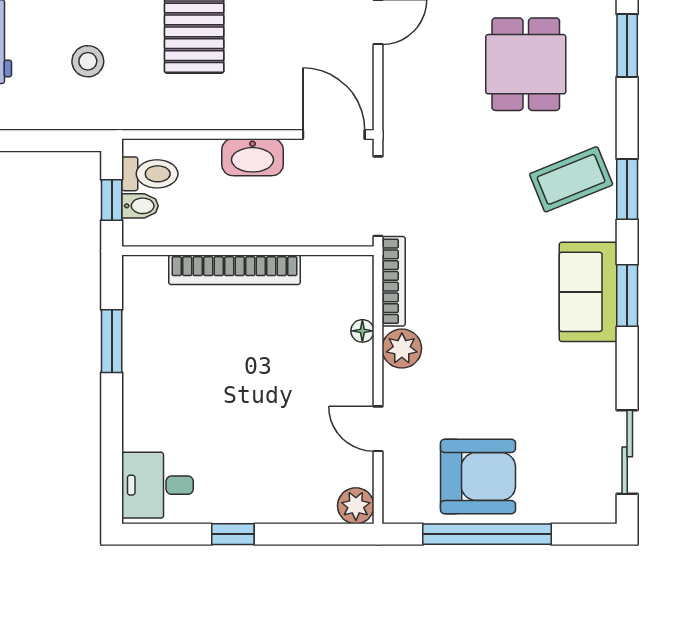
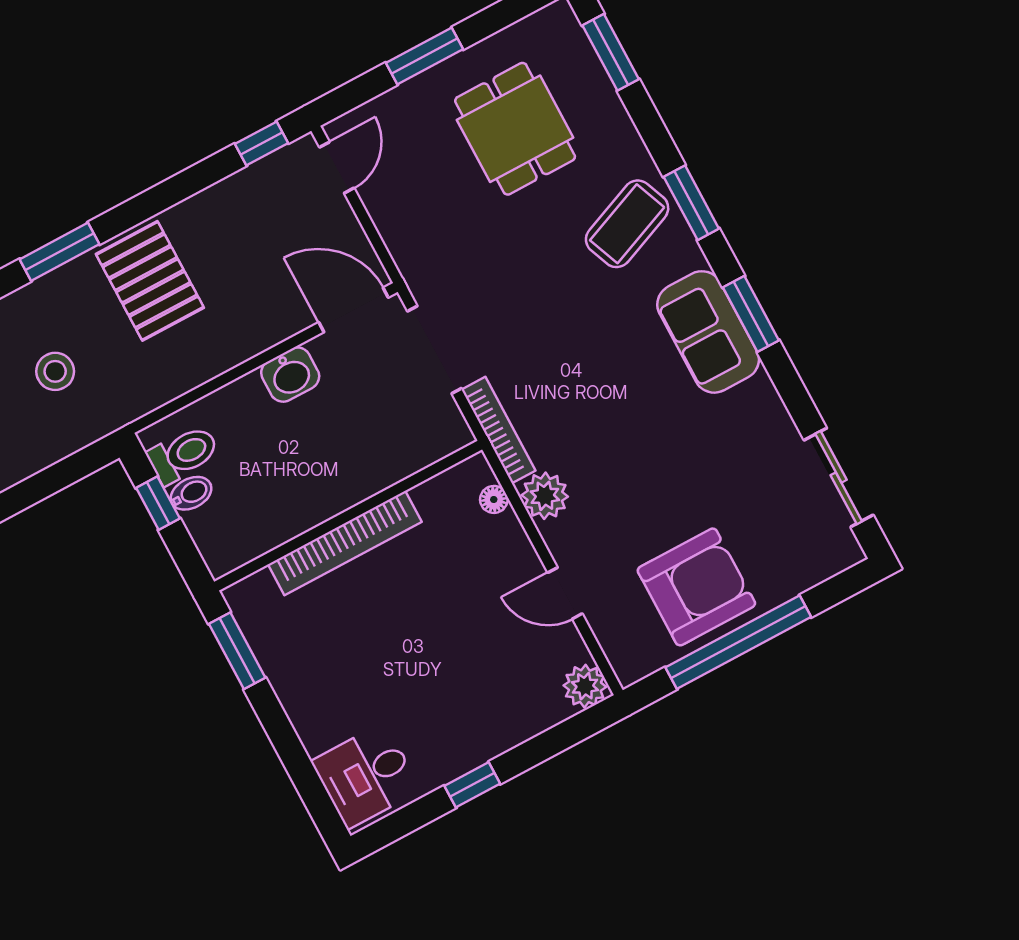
washbasin: (253, 157) -> (290, 375), width x0.72
wall: (248, 251) -> (348, 516), moved
bookcase: (234, 270) -> (345, 543), moved

